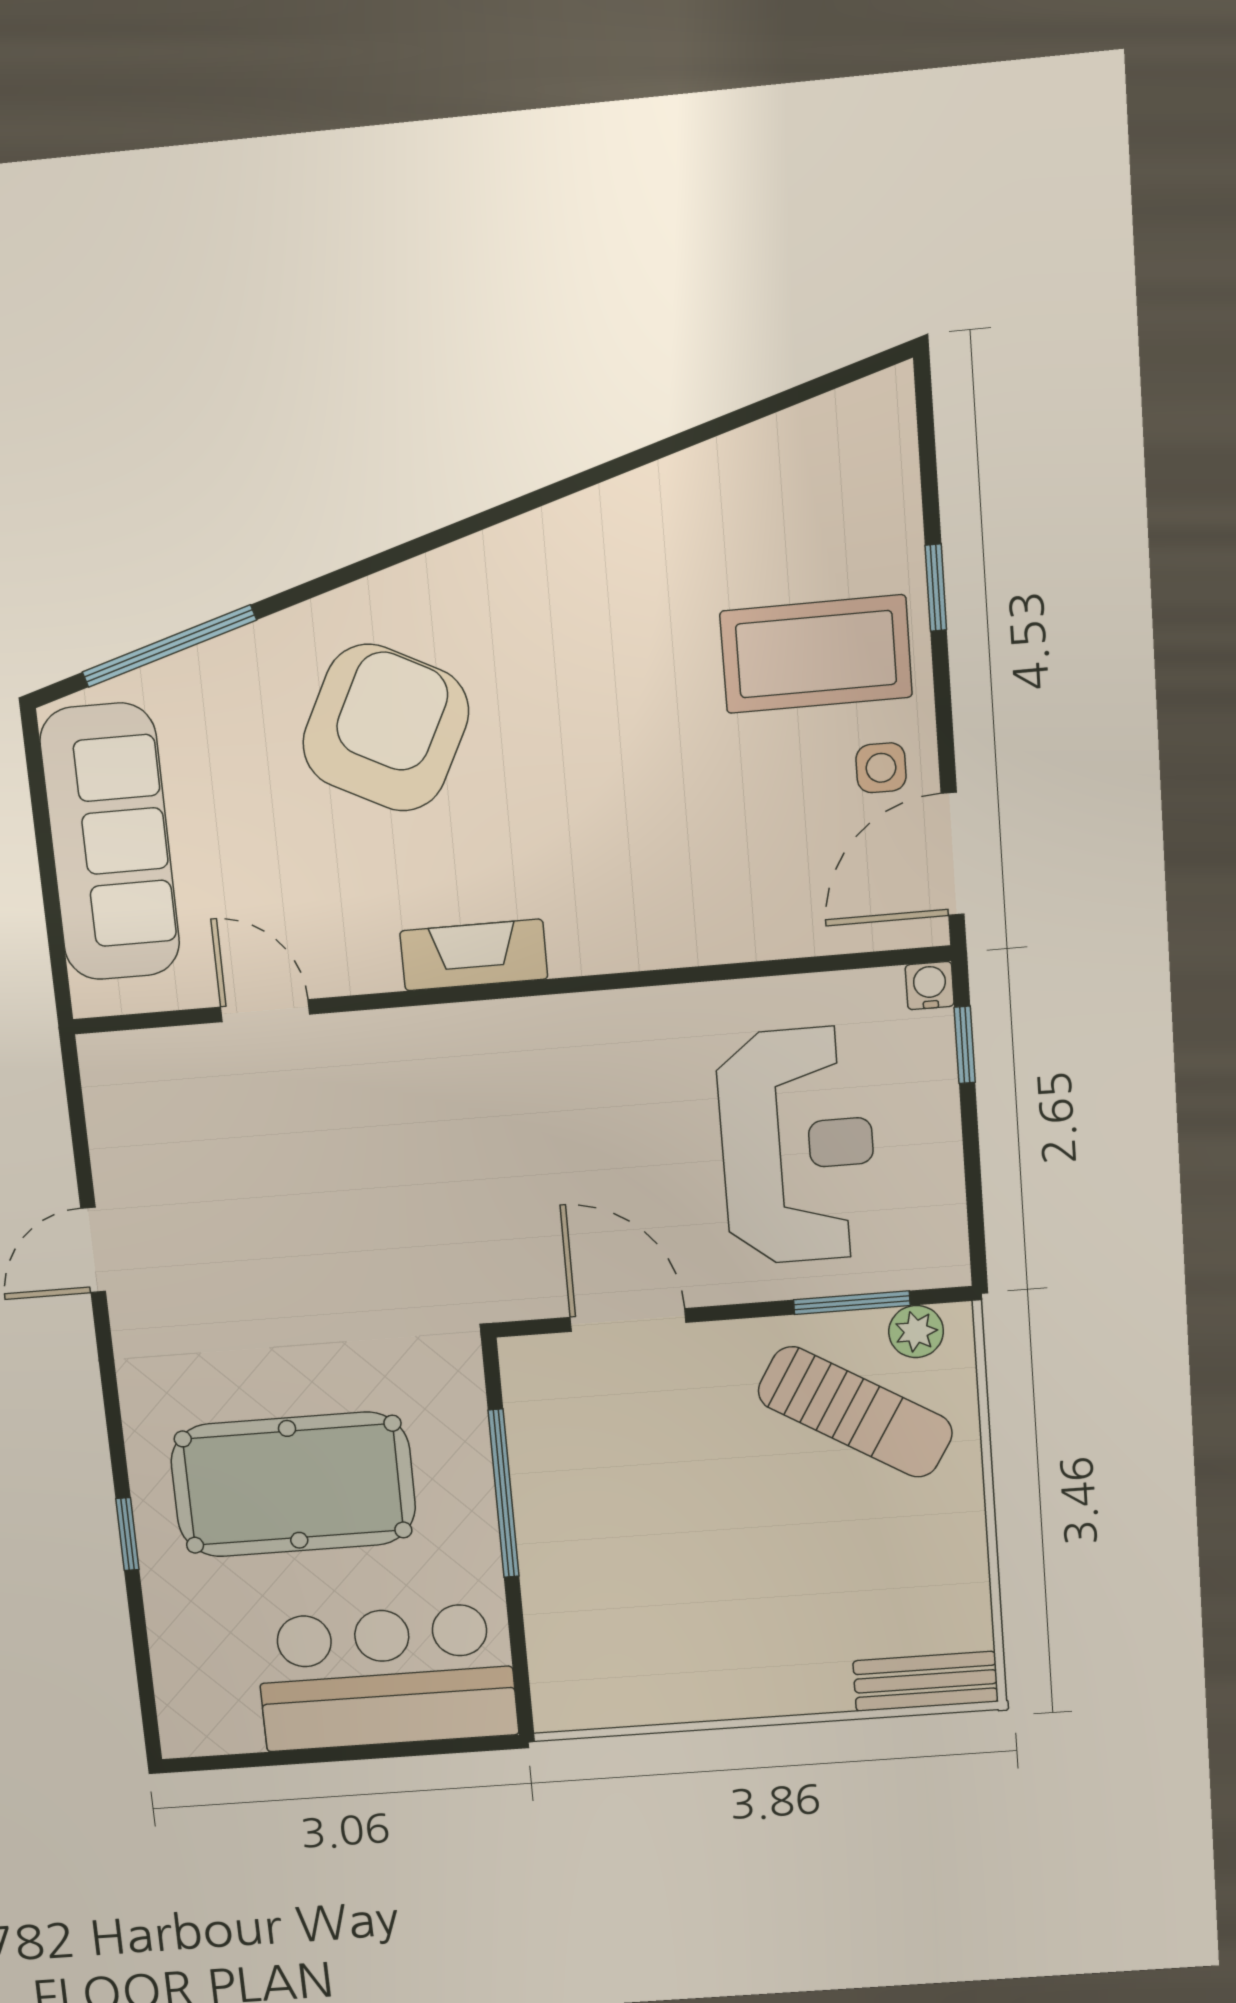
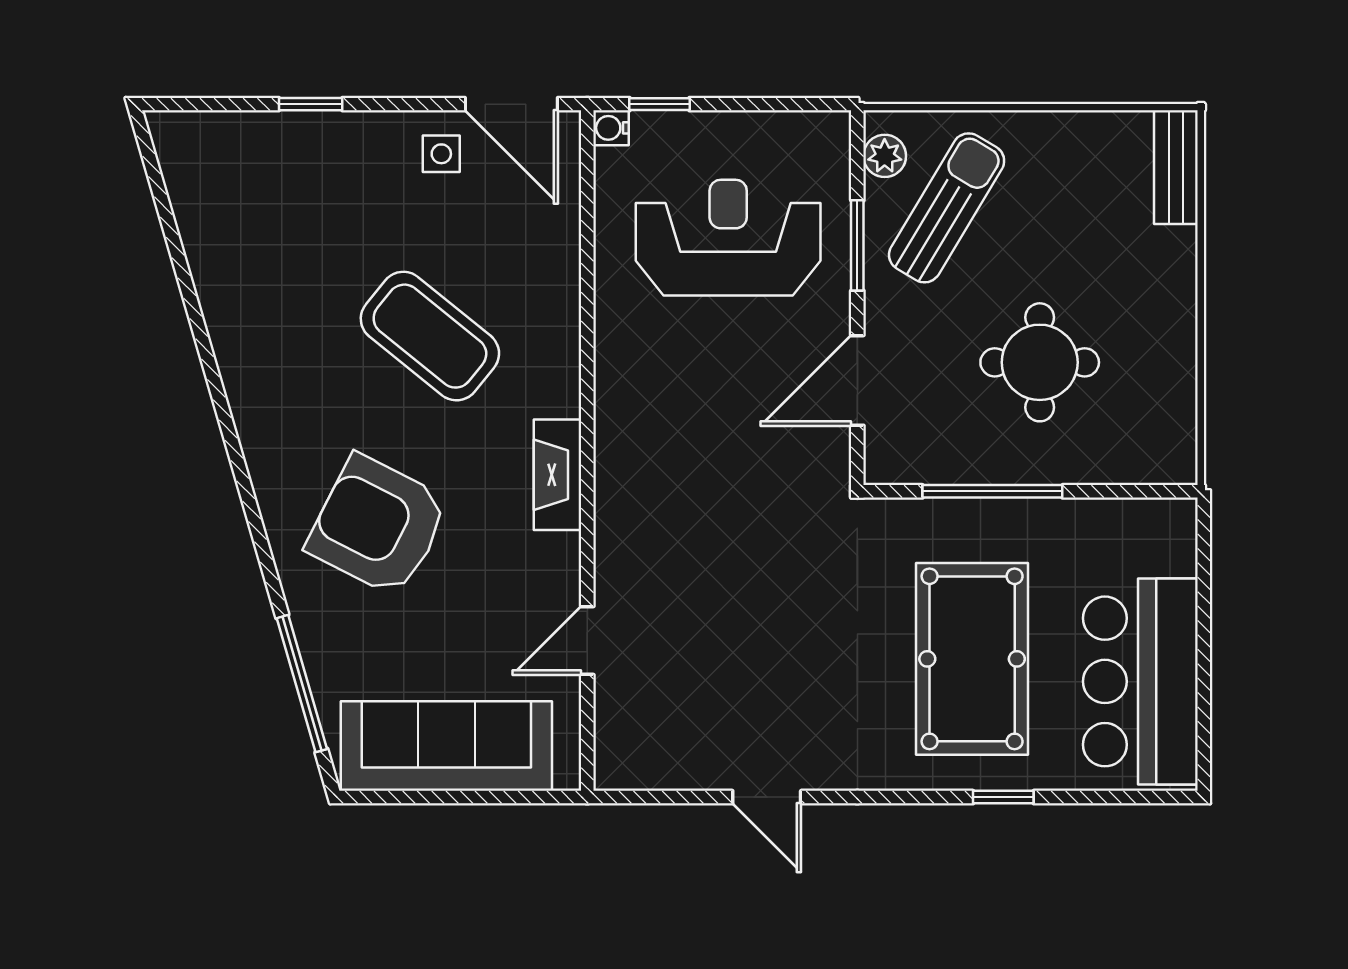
coffee table: (816, 654) -> (430, 336), moved, turned -51
window: (852, 1303) -> (857, 245), moved
round table: (669, 1538) -> (1040, 362), added
bar counter: (386, 1677) -> (1140, 681), moved

